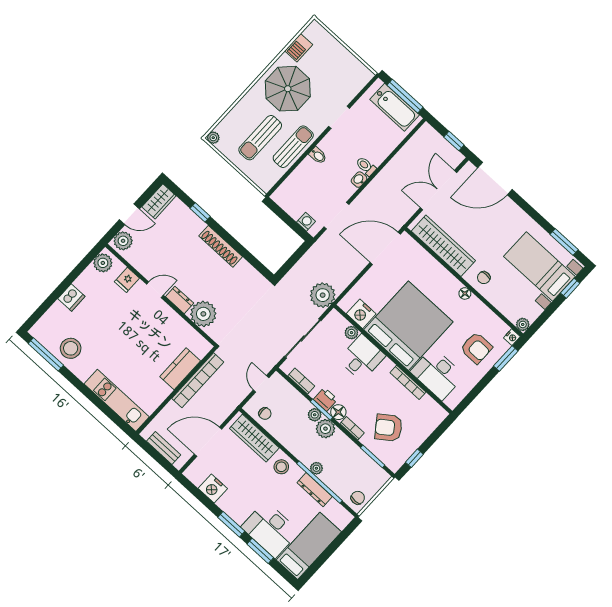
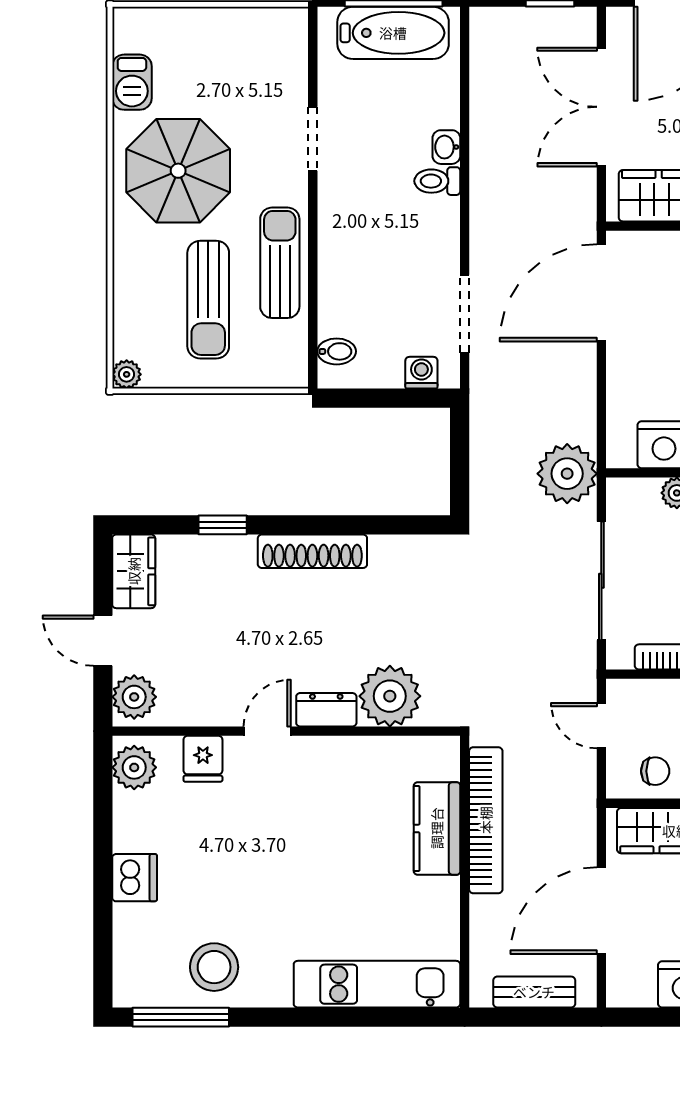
bidet: (318, 155) -> (337, 351), moved
washbasin: (359, 180) -> (446, 147), moved
door: (129, 214) -> (103, 641), swing flipped

